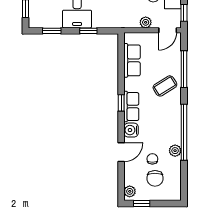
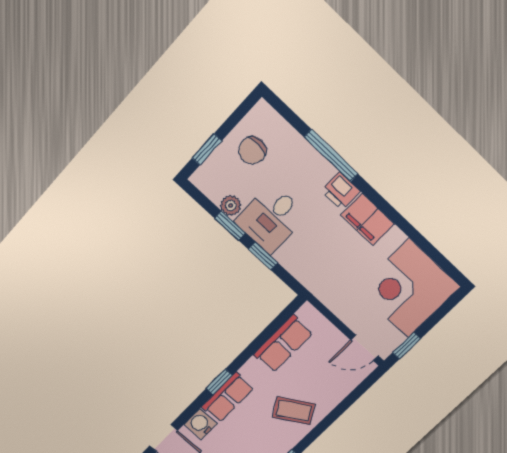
plant: (146, 22) -> (231, 205), moved
window: (52, 31) -> (230, 226), moved
window: (184, 69) -> (337, 412), removed

